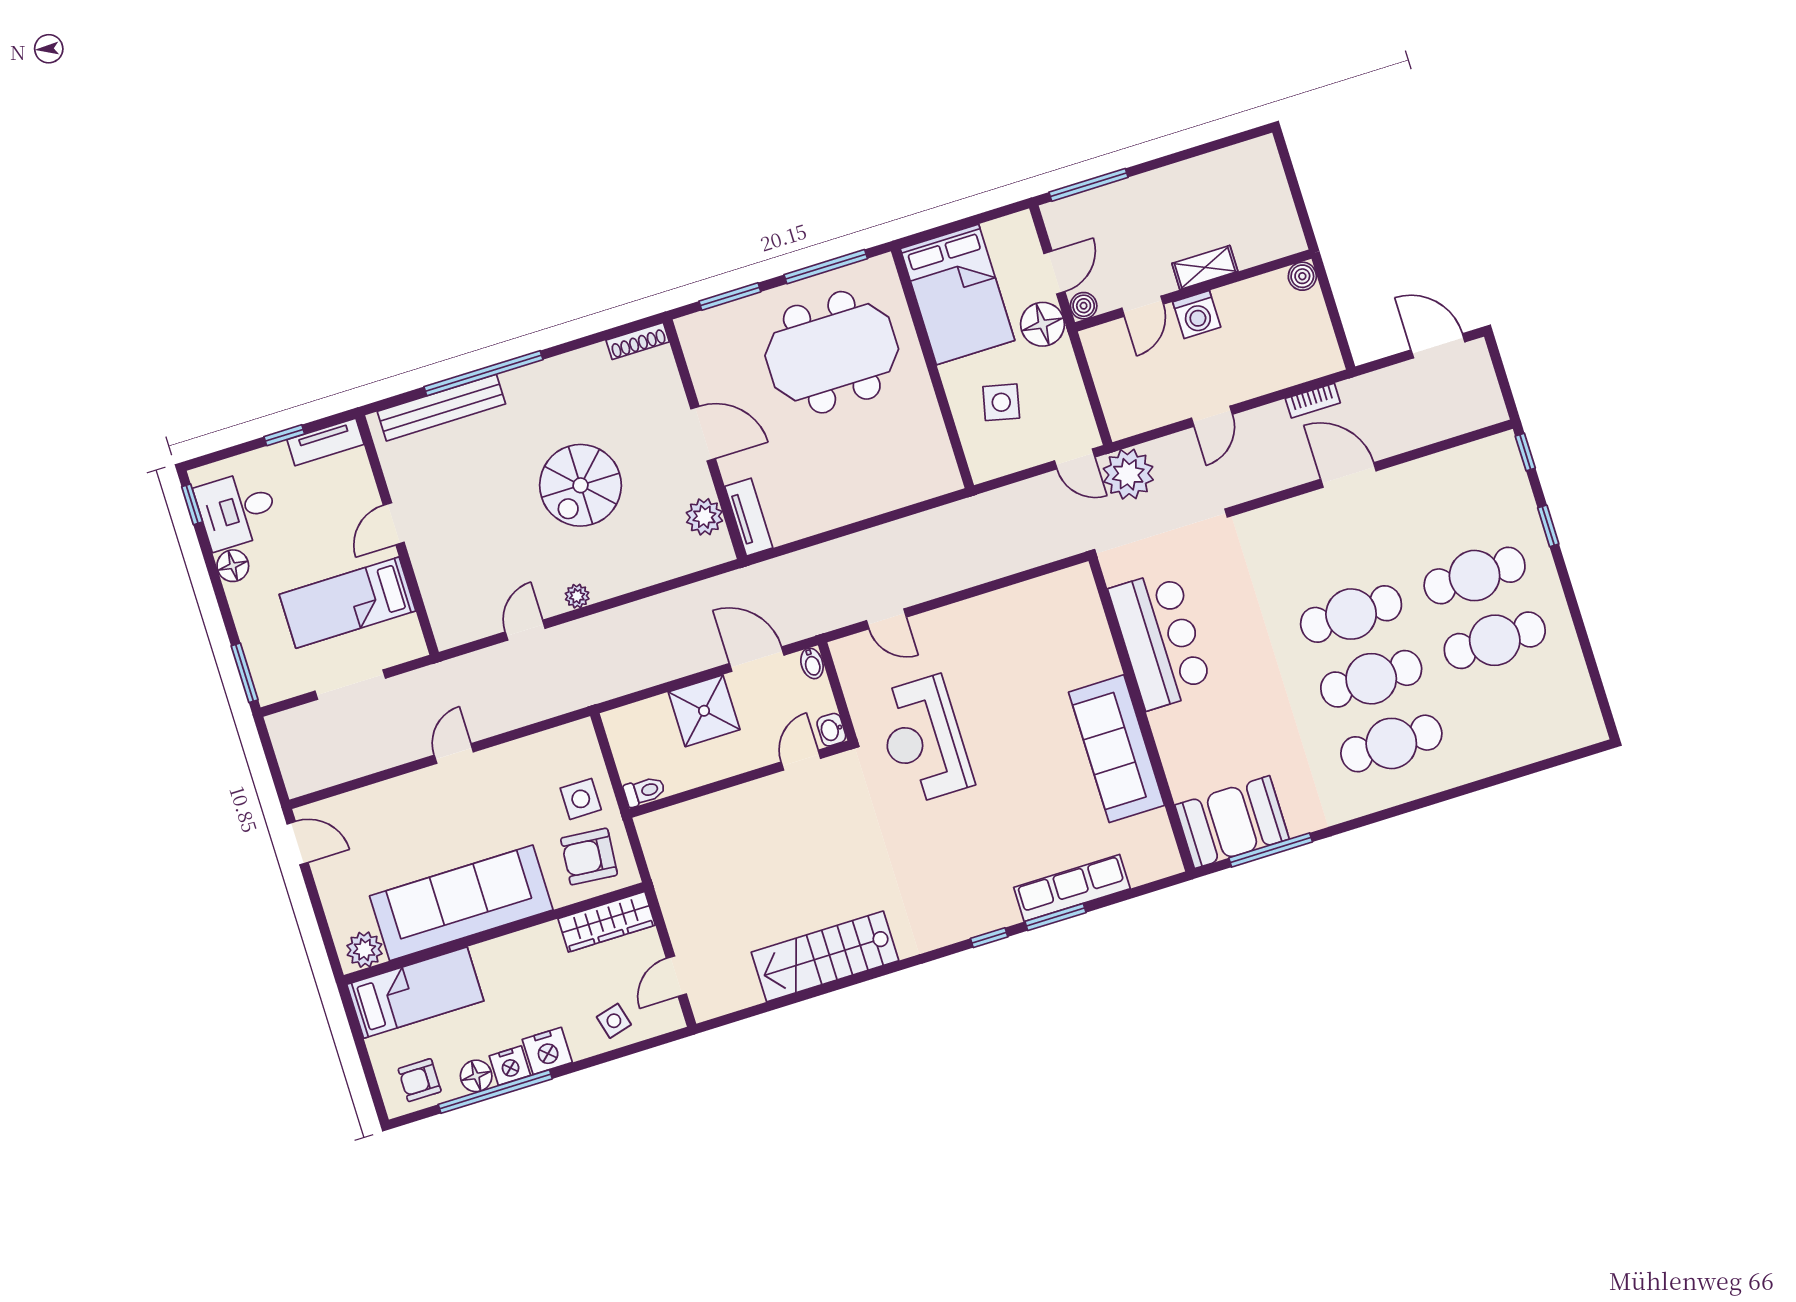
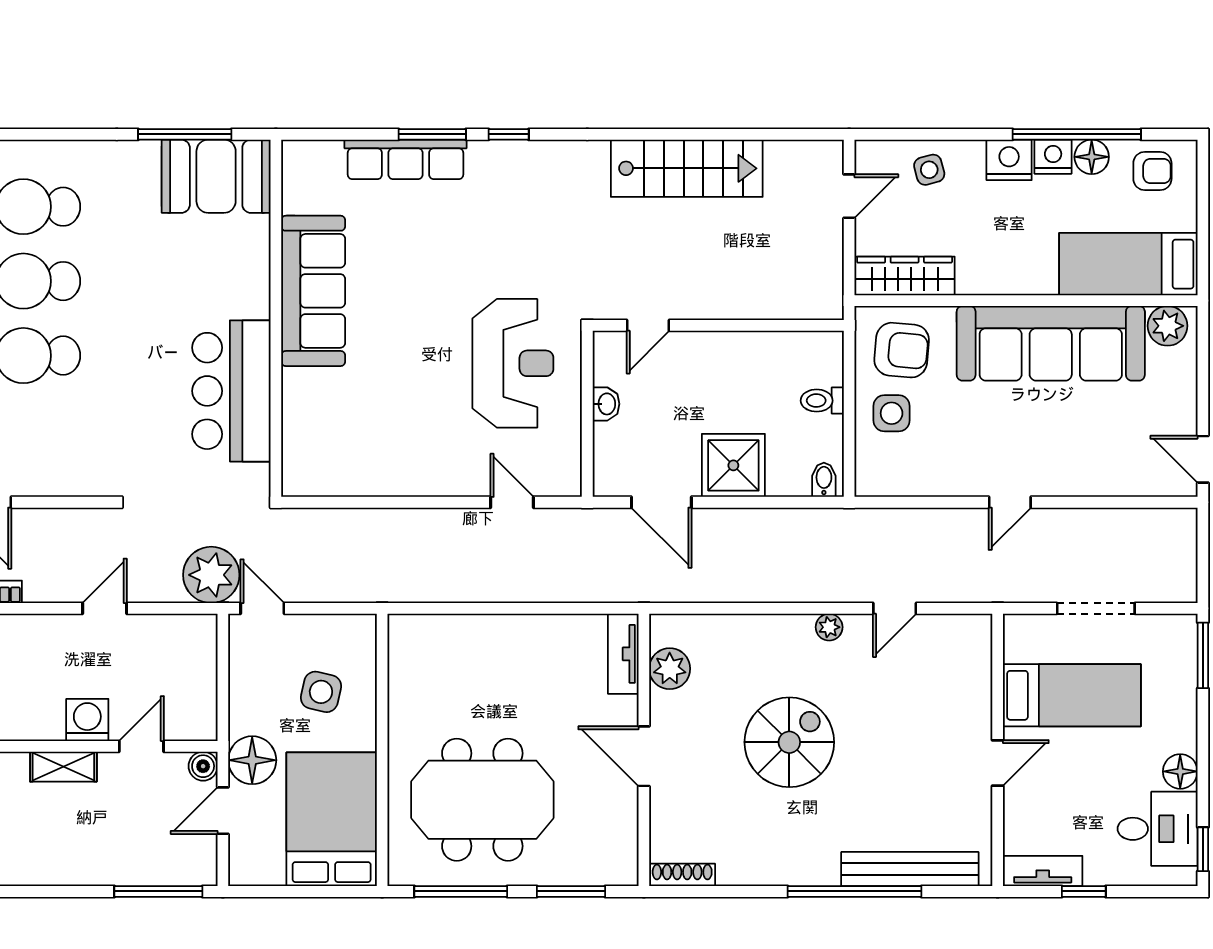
bidet: (812, 663) -> (824, 480), moved
door: (801, 760) -> (648, 325), moved
wall: (740, 779) -> (718, 325), moved

